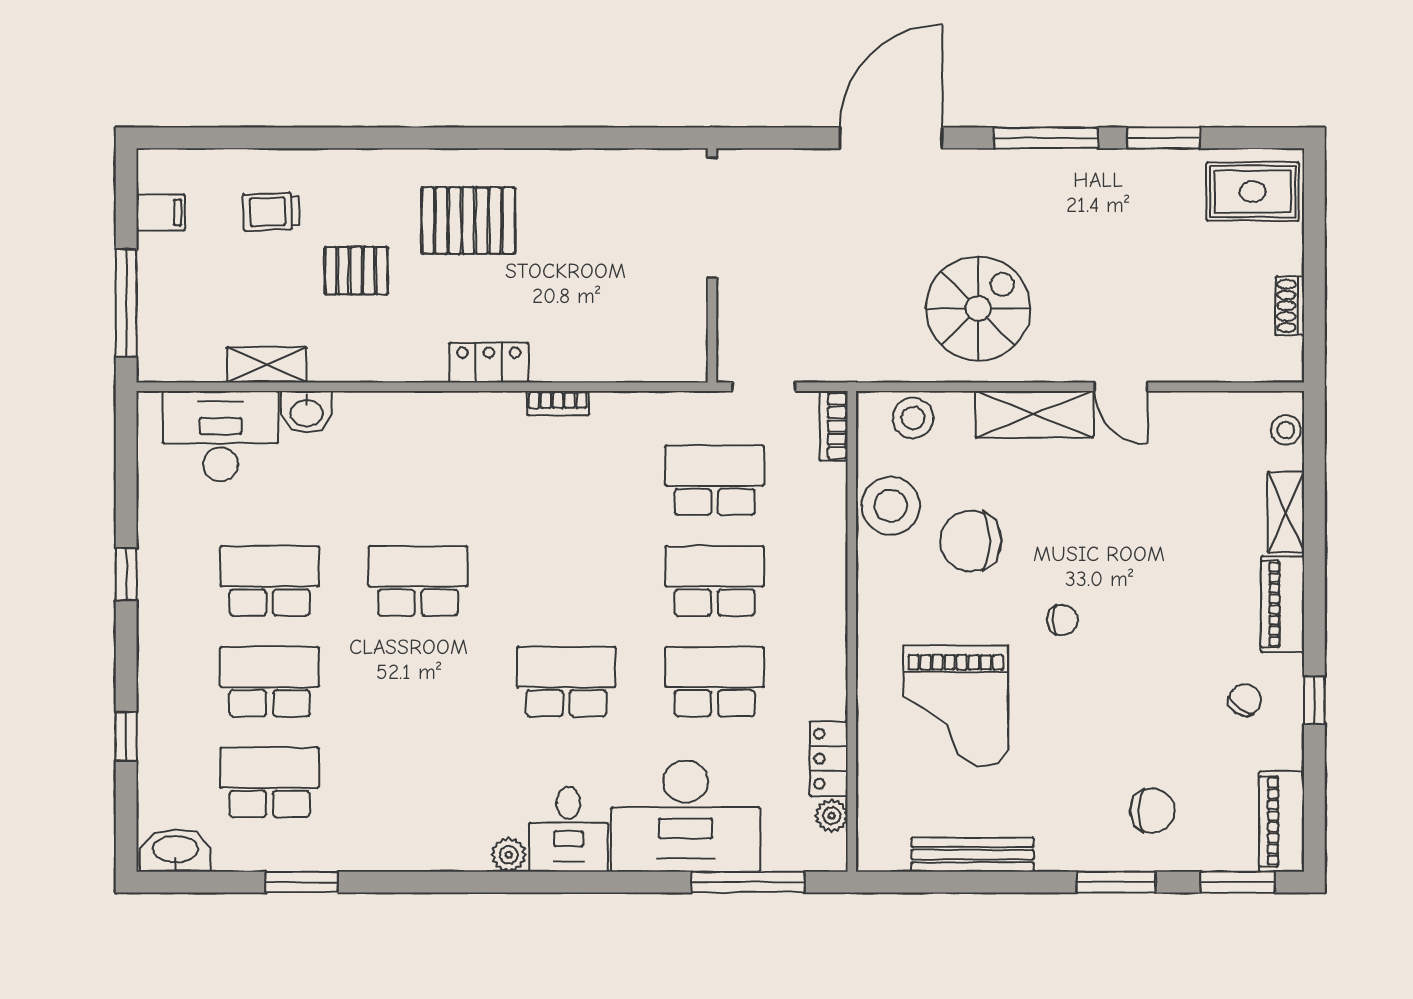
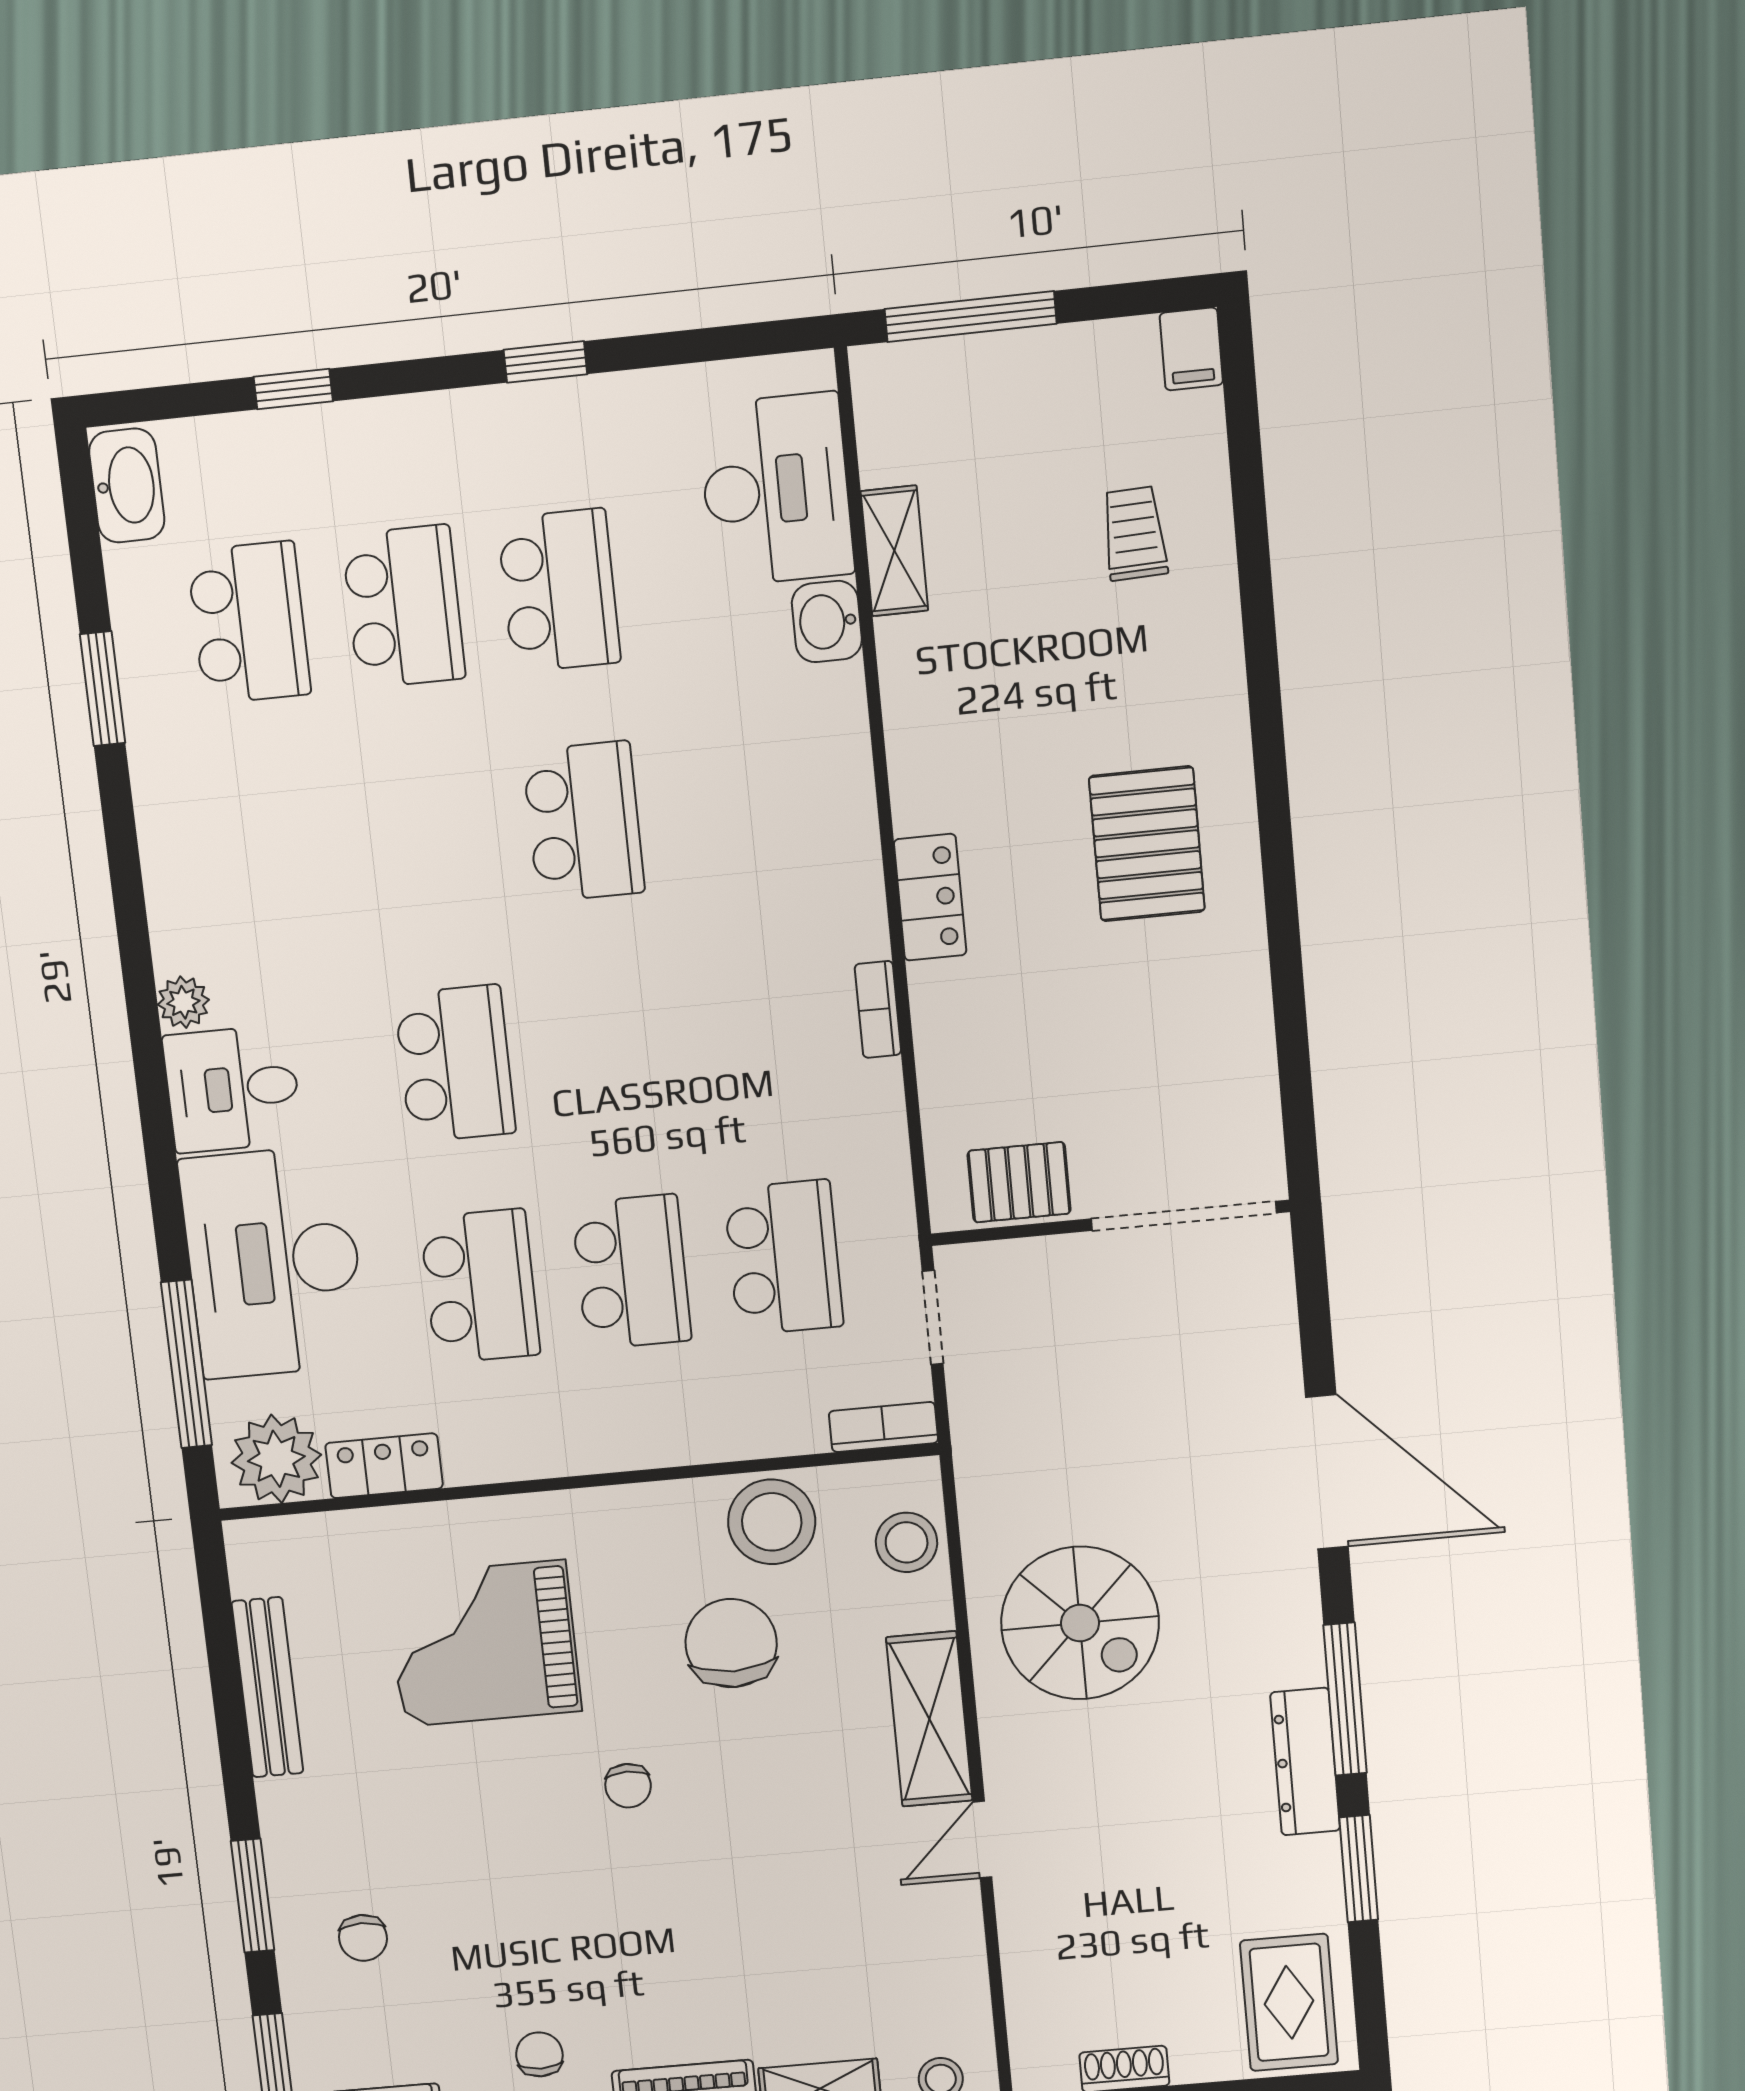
dresser: (1087, 168) -> (1305, 1762), added
filing cabinet: (161, 212) -> (1191, 349), moved
pallet: (356, 271) -> (1019, 1182), moved, turned 90
chair: (1245, 700) -> (539, 2054), turned -124
chair: (1152, 811) -> (363, 1938), width x0.73, depth x0.73
plant: (832, 816) -> (276, 1459), width x1.88, depth x1.88

